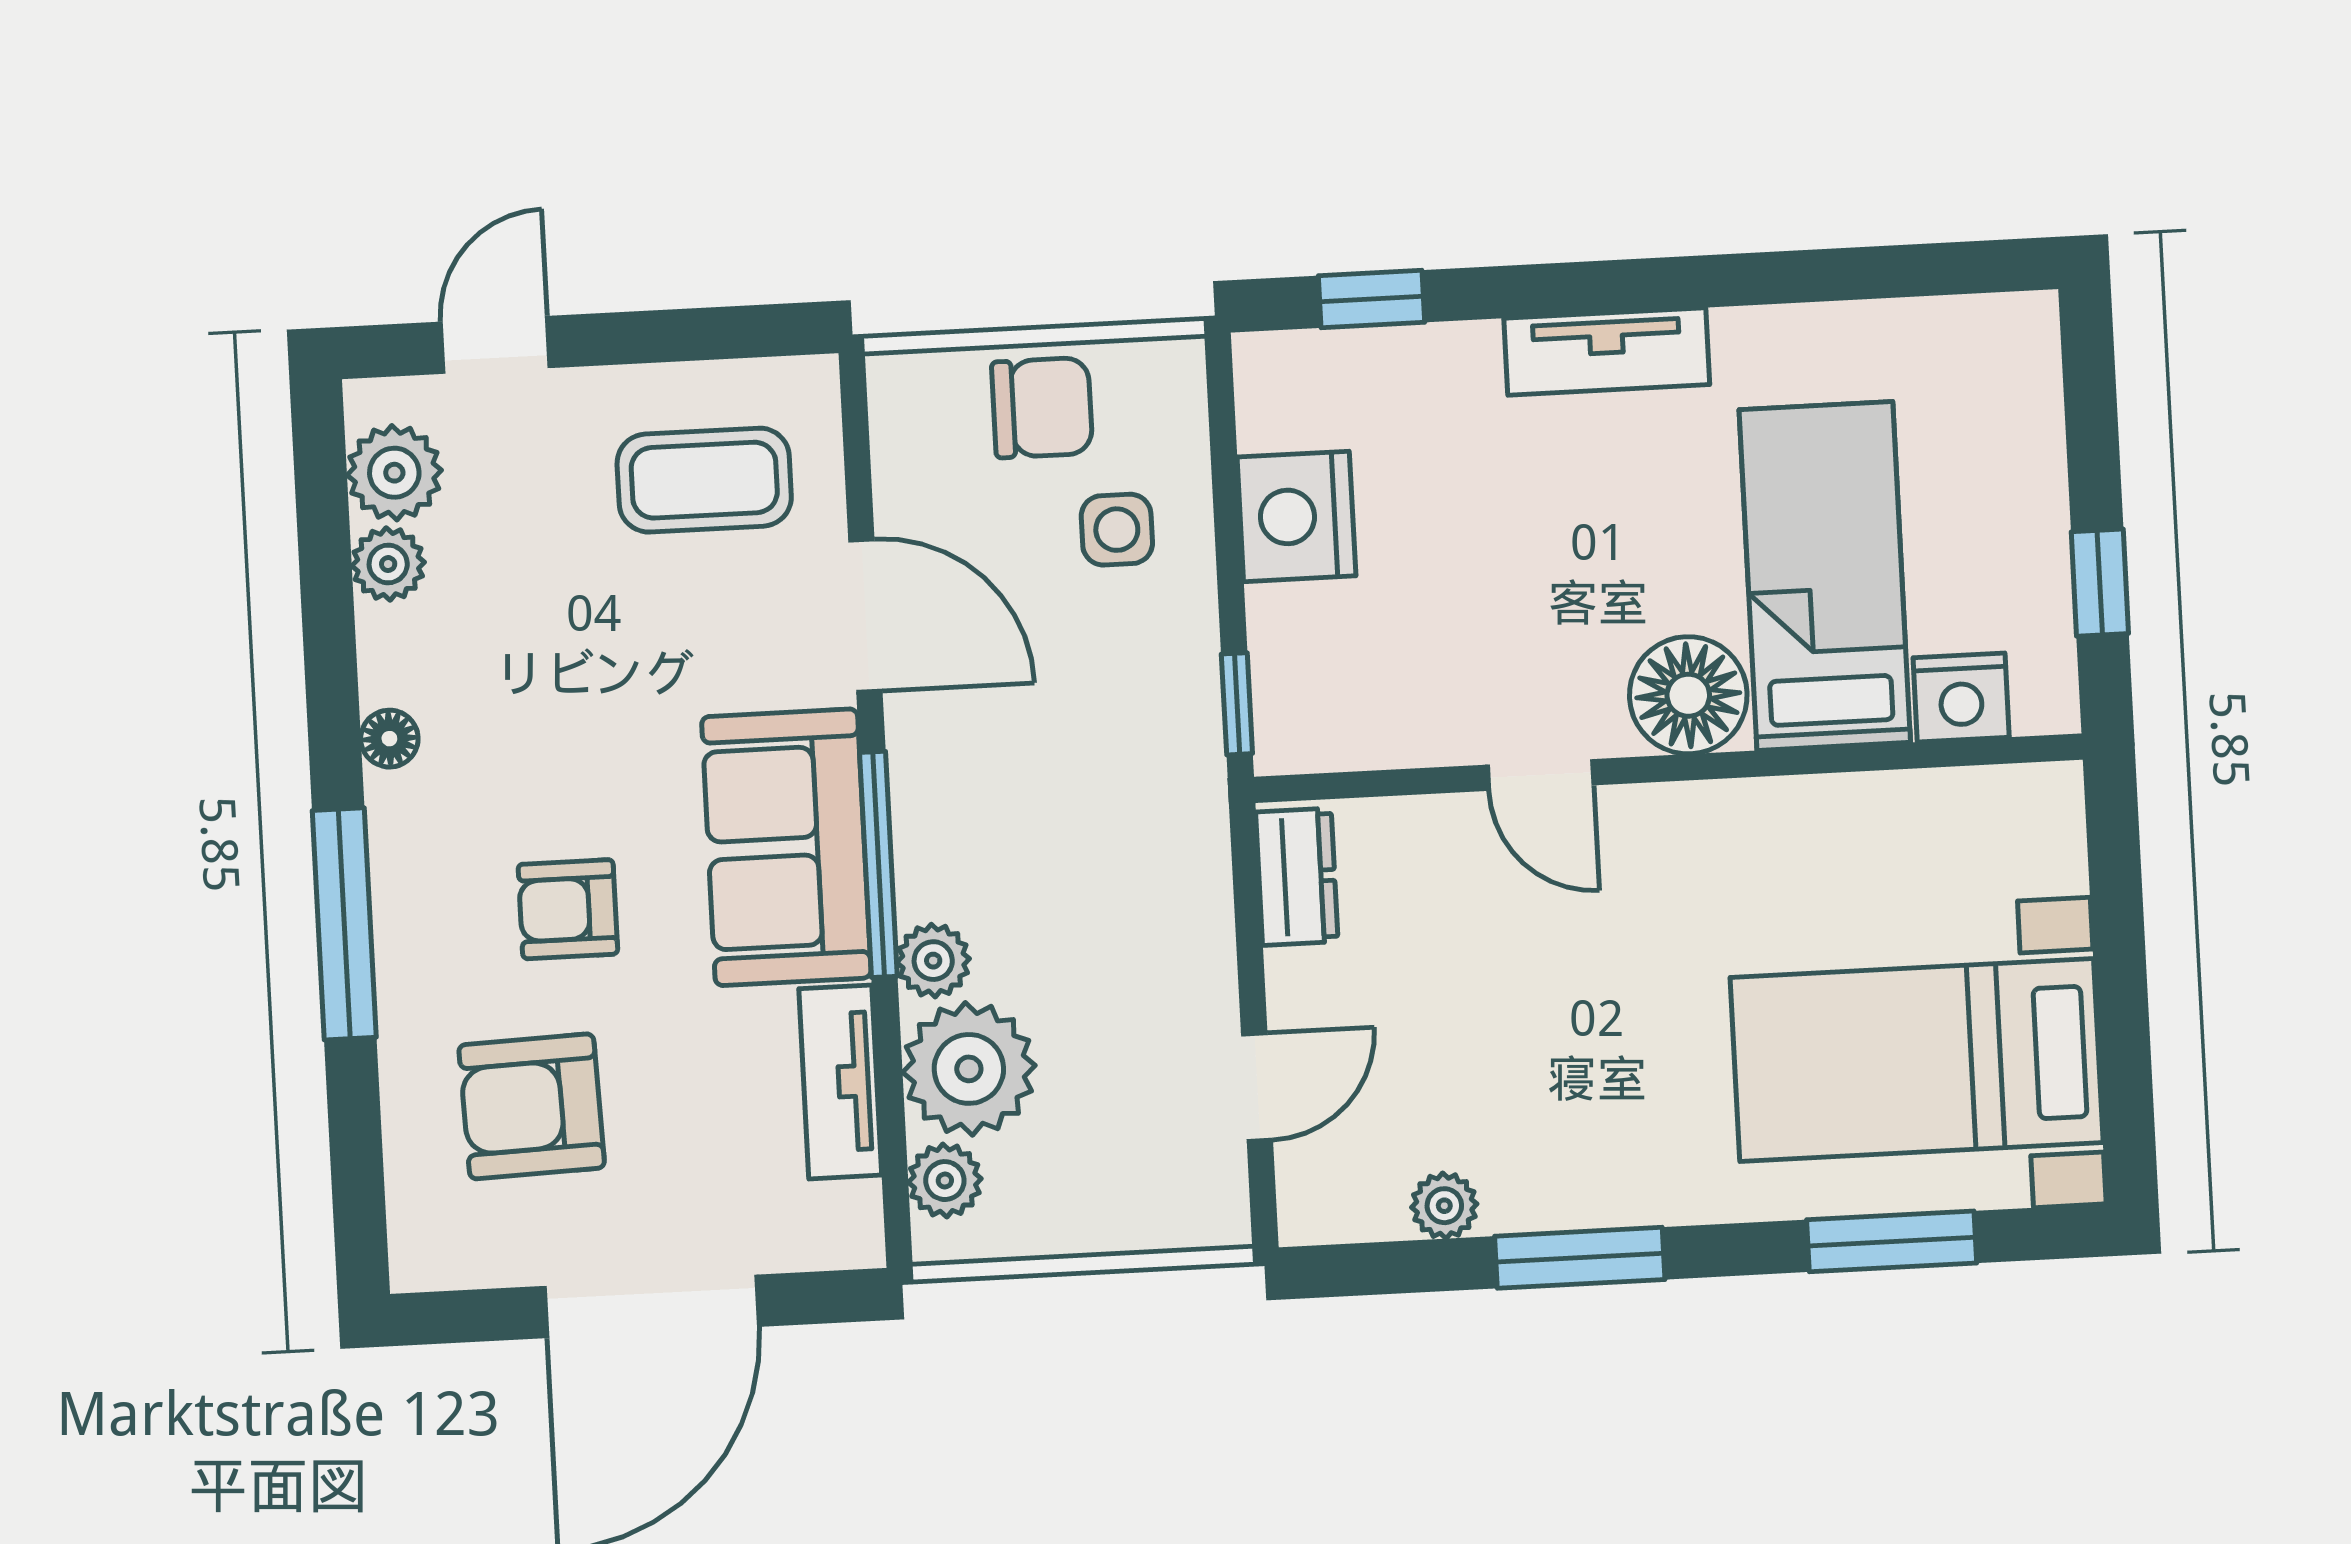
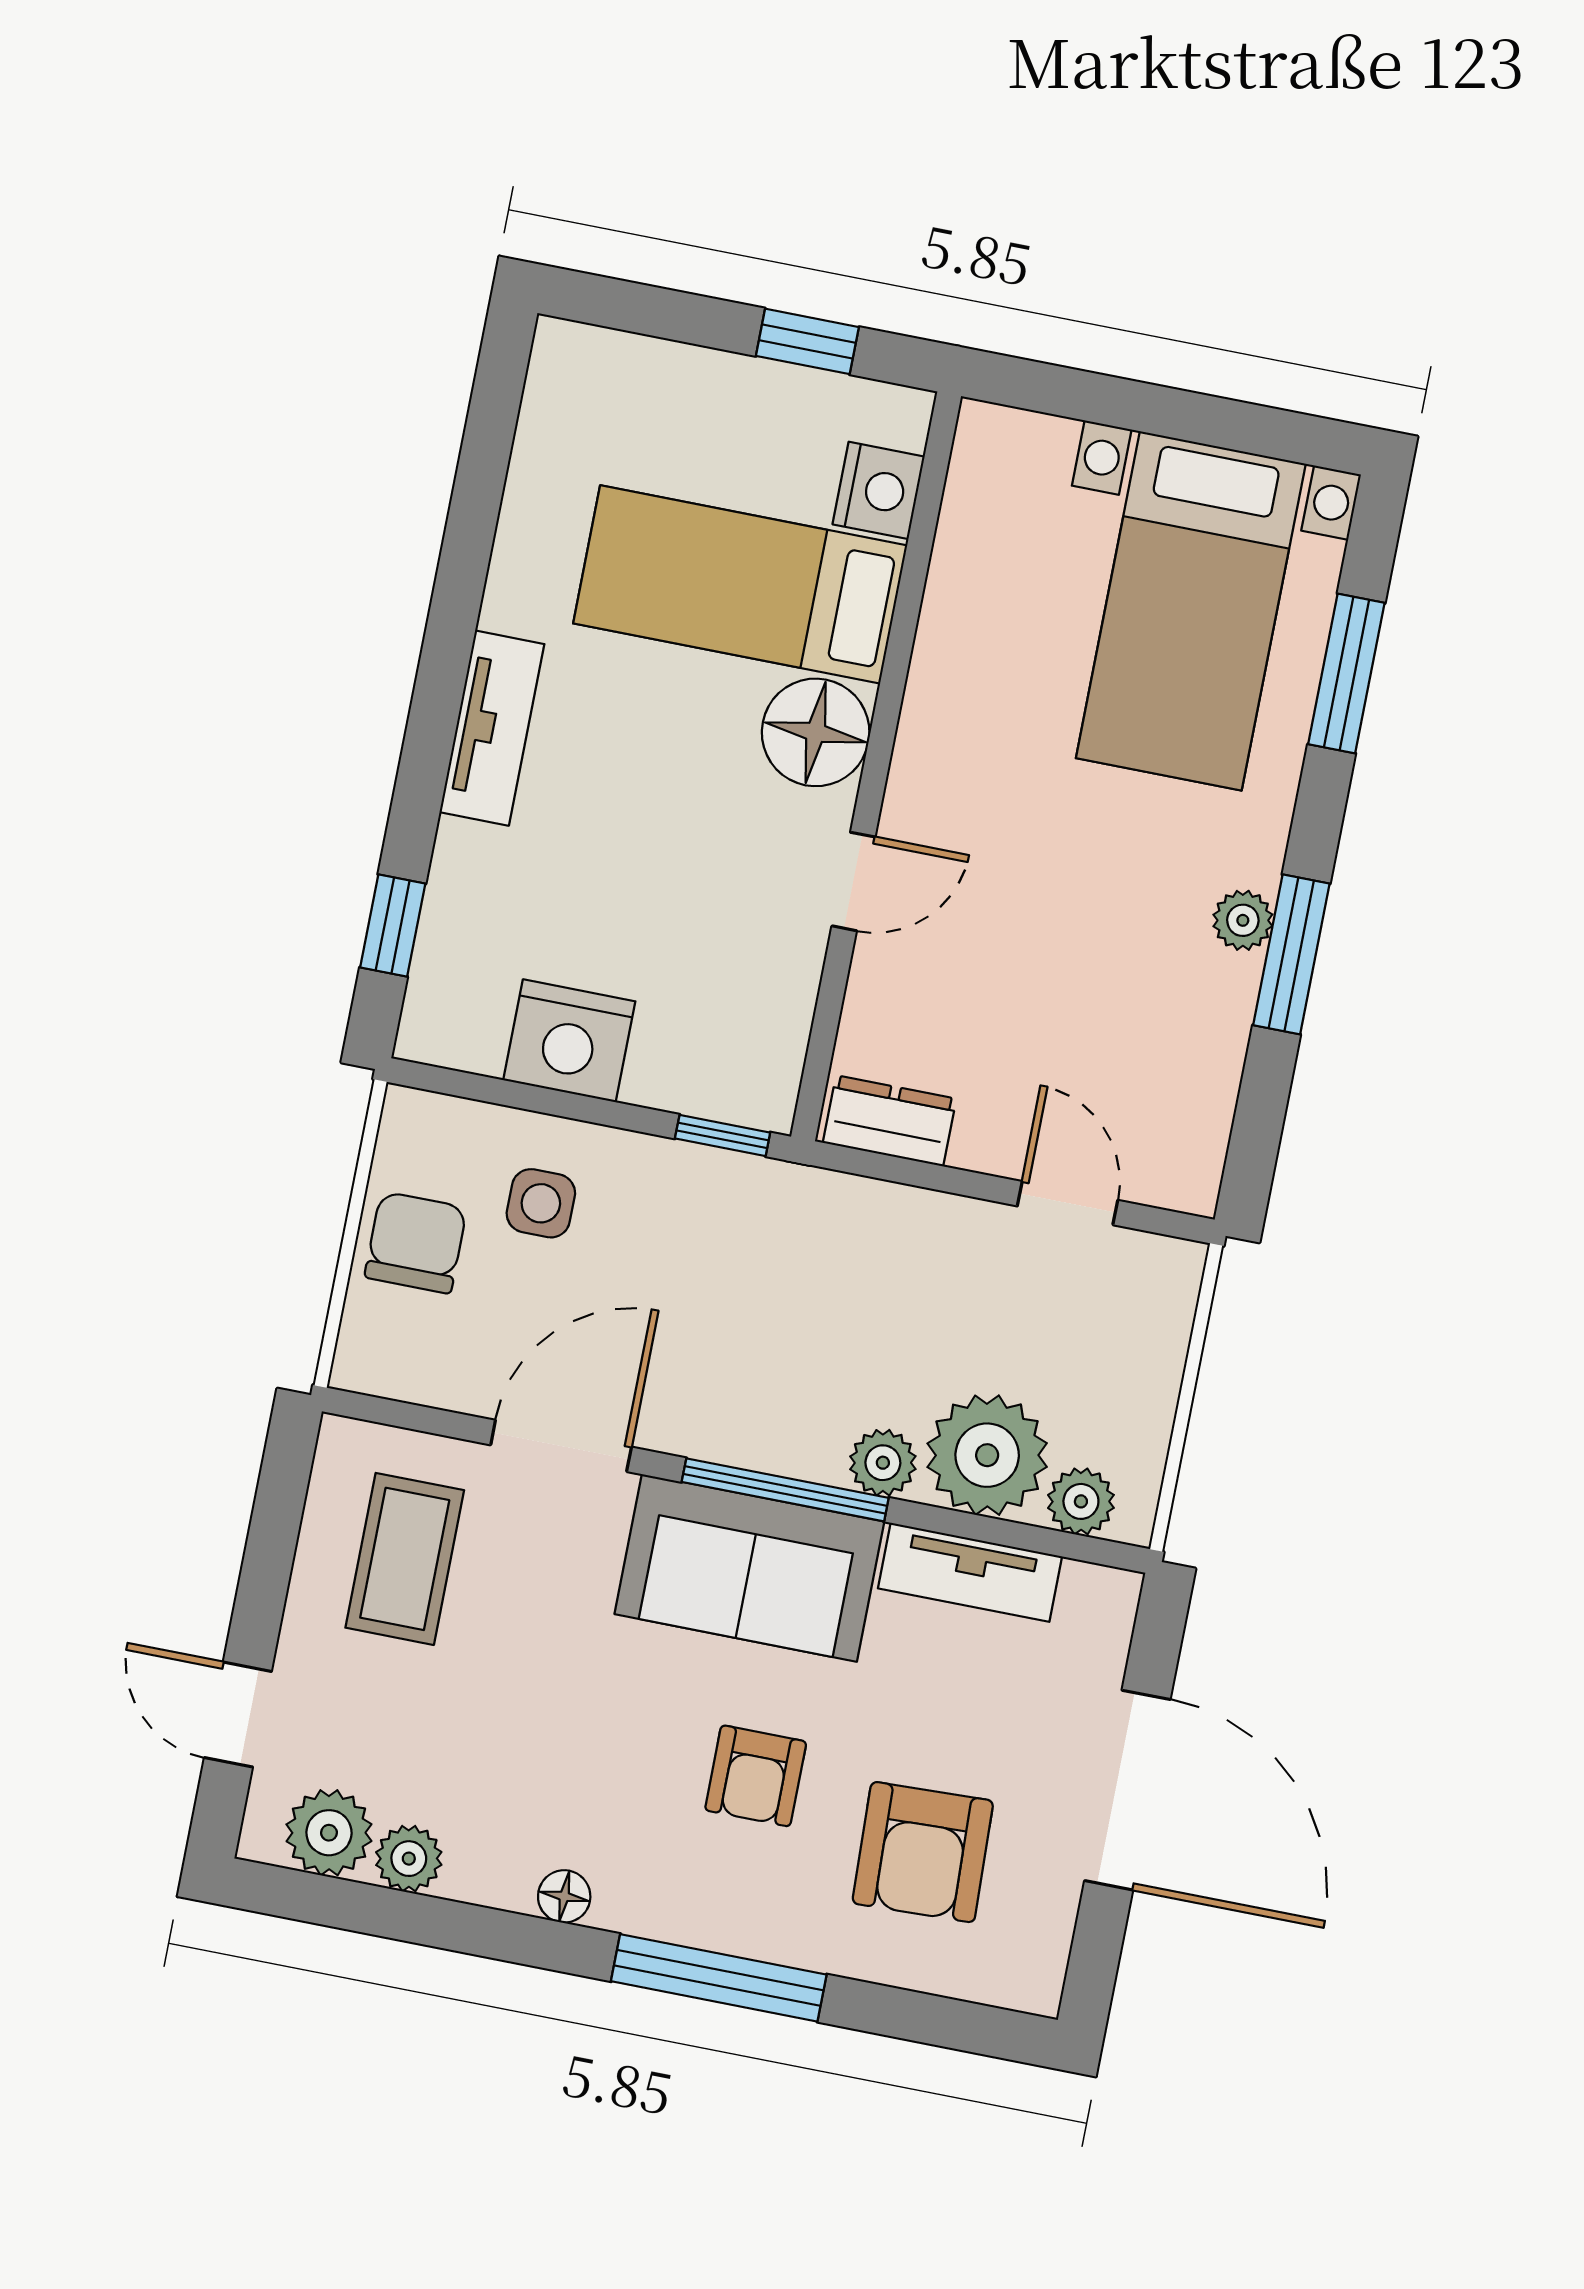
plant: (1444, 1206) -> (1243, 920), moved

